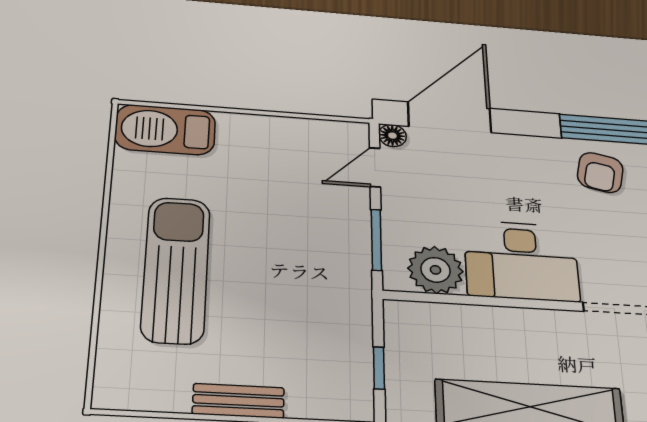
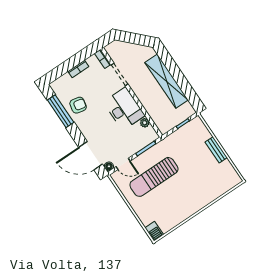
barbecue: (165, 130) -> (154, 231), width x0.53, depth x0.65
sun lounger: (176, 269) -> (154, 177), moved
plant: (435, 270) -> (145, 123), width x0.53, depth x0.53

